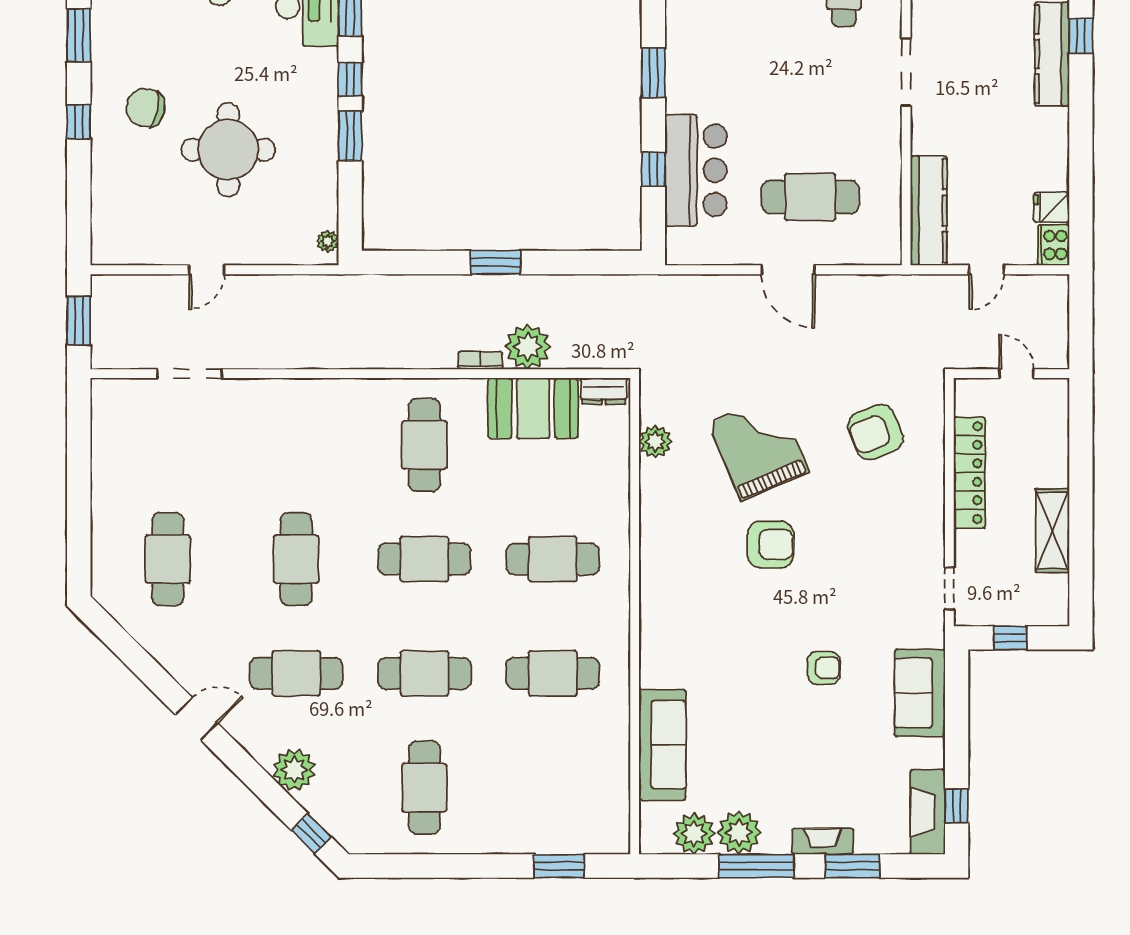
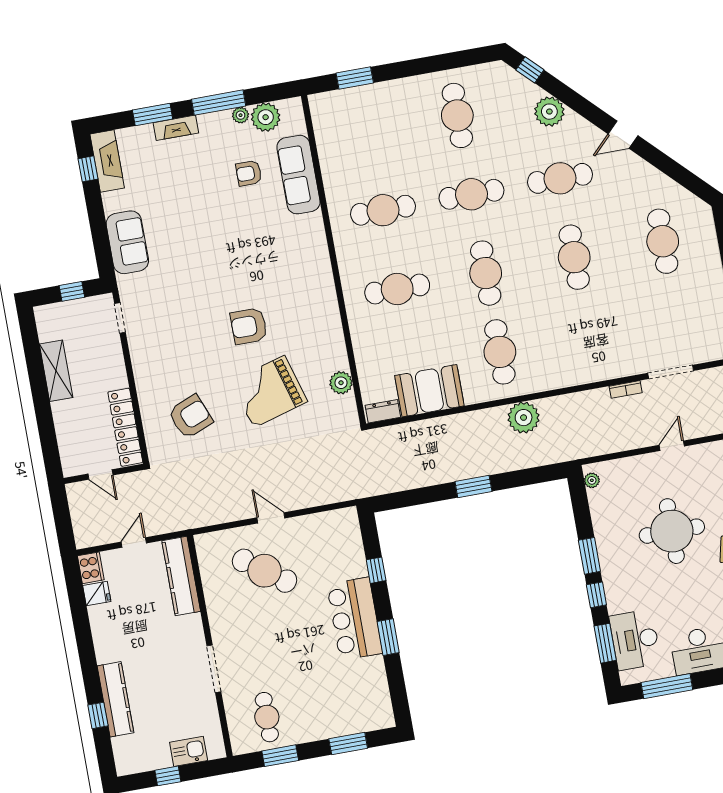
bar counter: (696, 170) -> (355, 619), moved
cafe table: (810, 197) -> (265, 571), turned 36
door: (788, 270) -> (271, 518), width x0.73
plant: (528, 347) -> (524, 418), moved
bookcase: (480, 360) -> (626, 389), moved
grand piano: (758, 447) -> (269, 392), turned 97
locker: (969, 473) -> (125, 427), moved
cafe table: (424, 559) -> (486, 273), turned 90
armchair: (824, 668) -> (249, 173), moved
plant: (739, 833) -> (240, 115), width x0.53, depth x0.53

